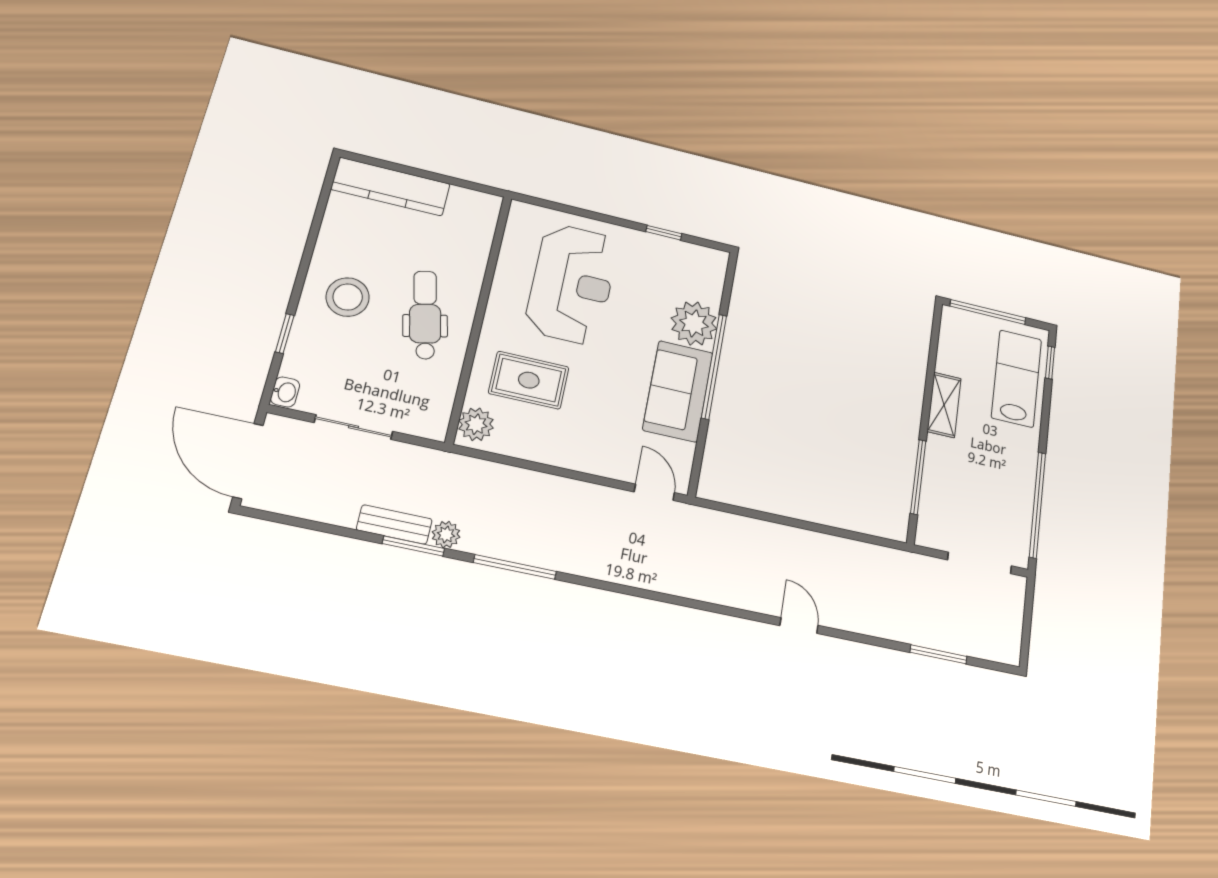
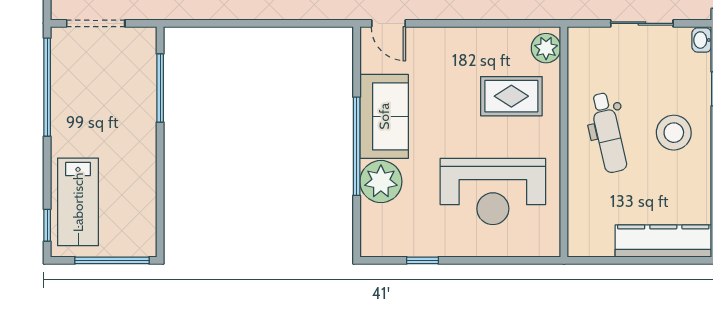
reception desk: (572, 284) -> (493, 191), turned -90
shelving: (944, 405) -> (144, 160), removed

